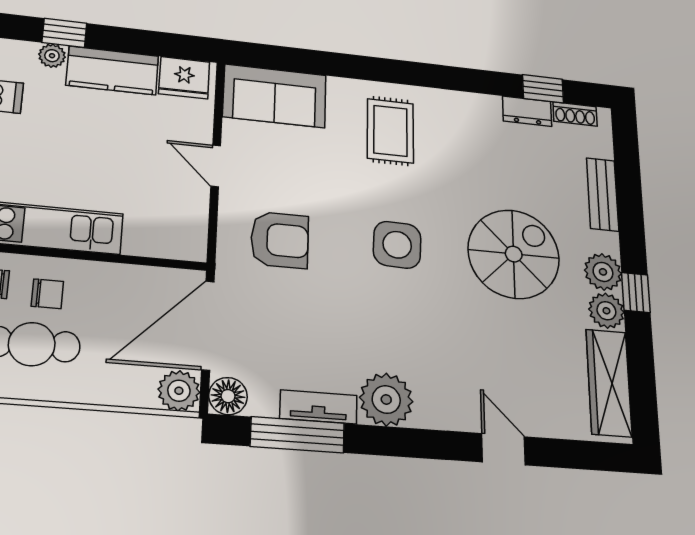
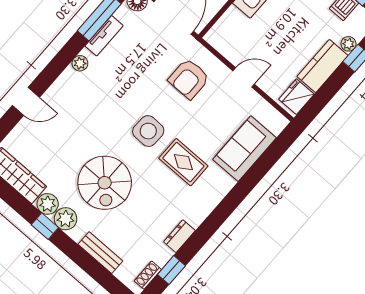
sofa: (275, 96) -> (244, 149), moved
dresser: (527, 111) -> (179, 236), moved
rug: (390, 131) -> (183, 162), moved
plant: (386, 400) -> (80, 63), width x0.53, depth x0.53

